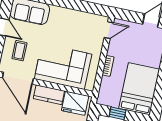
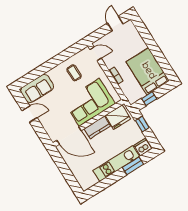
door: (109, 30) -> (96, 54), hinge flipped
coffee table: (19, 51) -> (74, 73), moved

